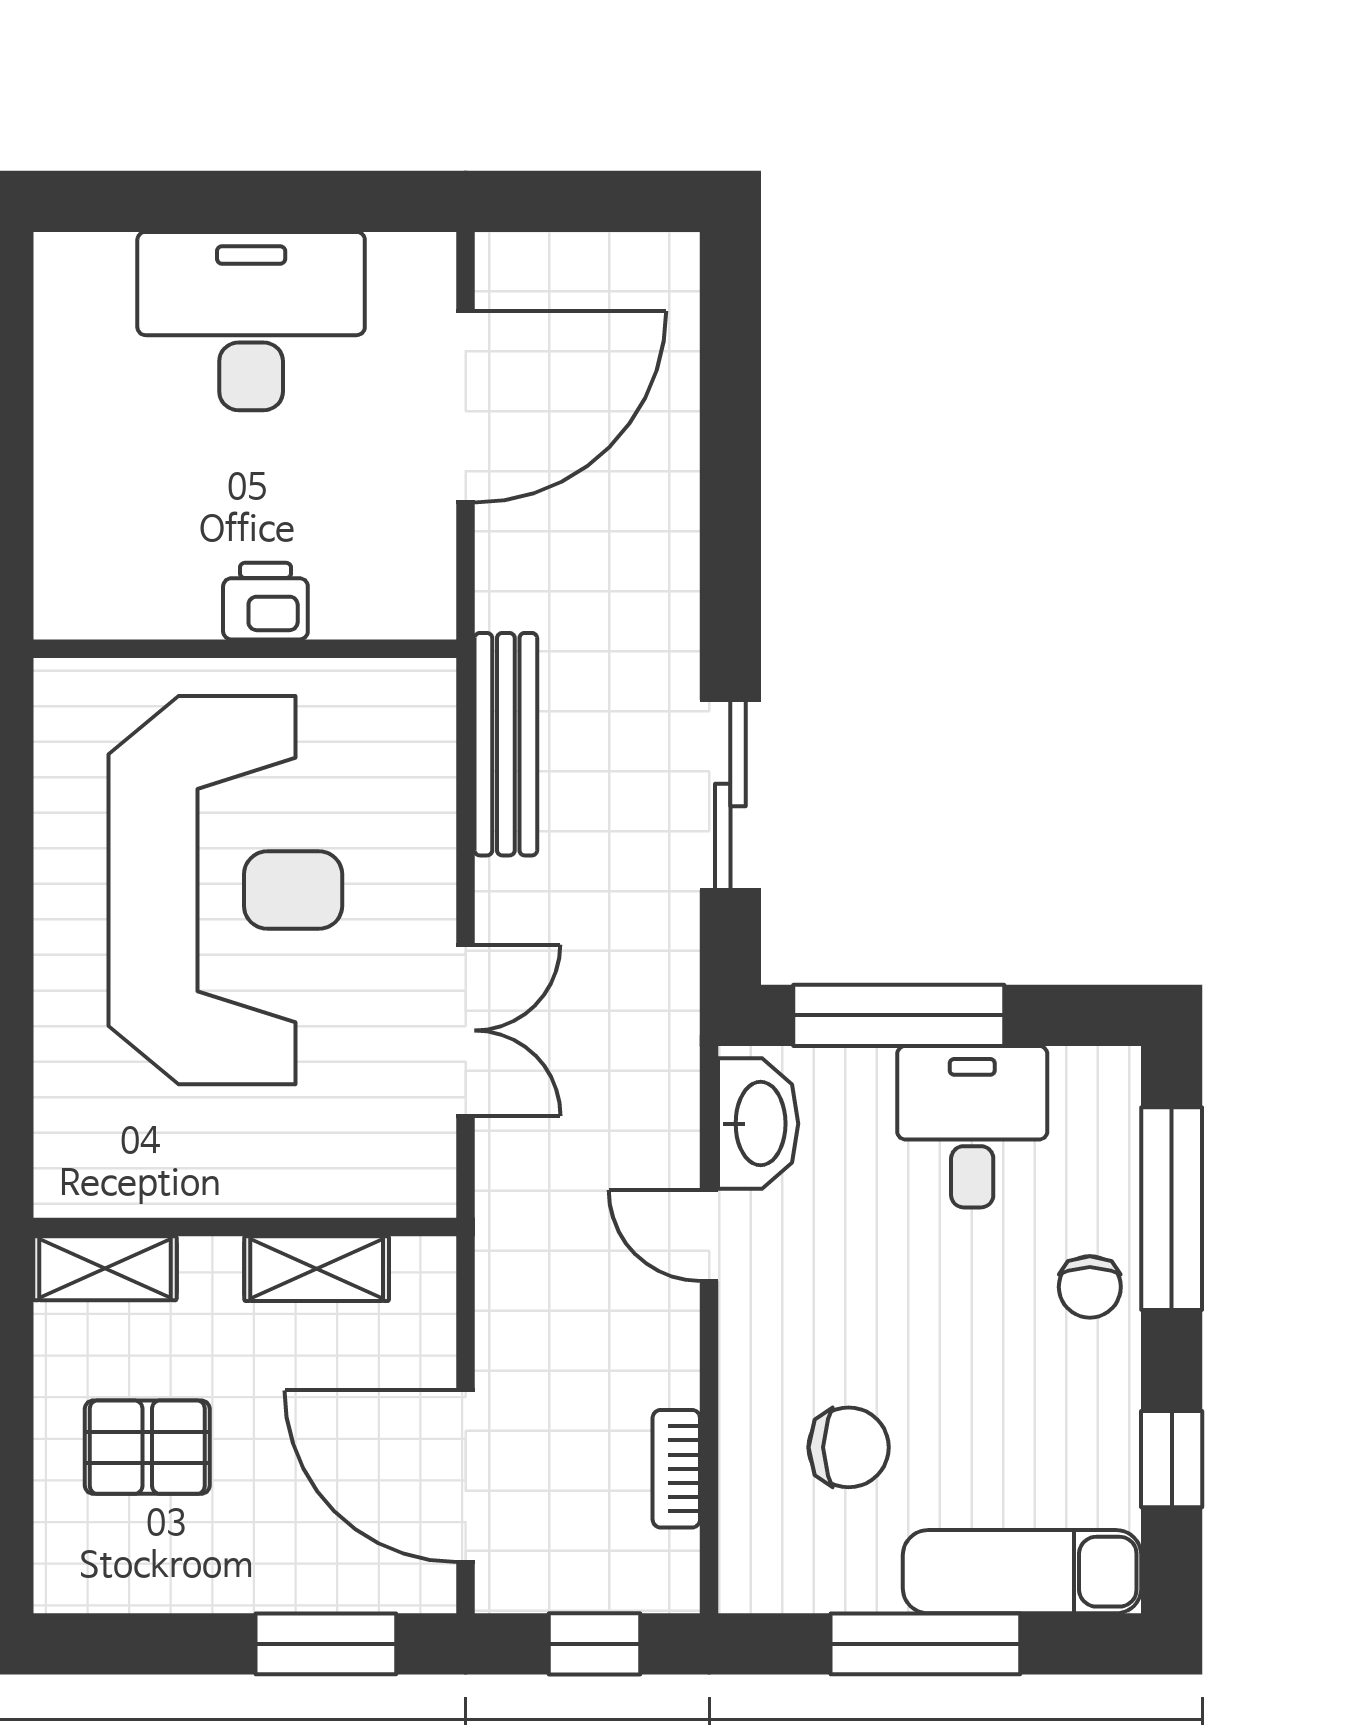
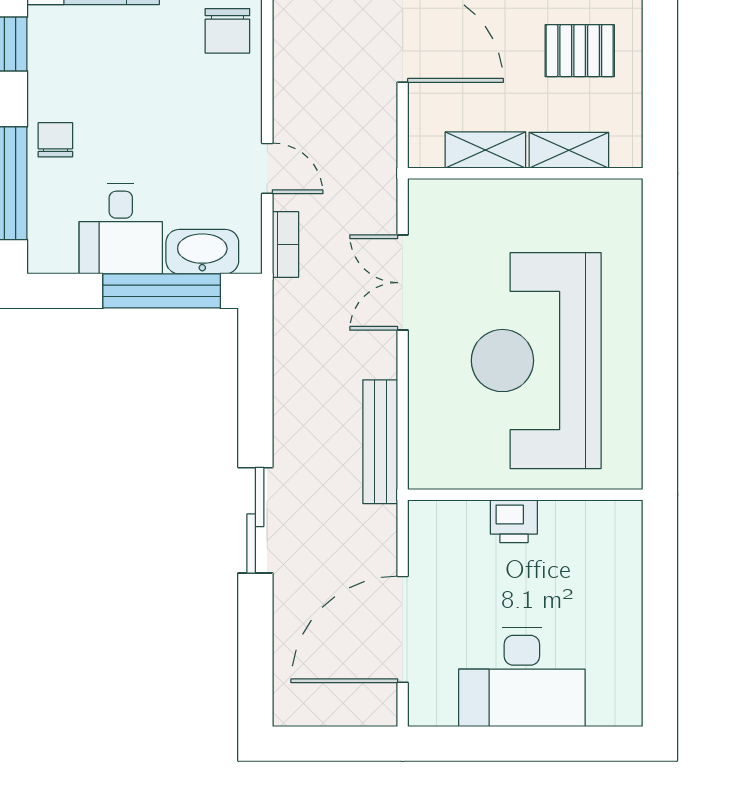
sliding door: (730, 795) -> (255, 520), moved
washbasin: (758, 1124) -> (202, 252), moved, turned 90
shelving: (105, 1268) -> (569, 150), moved
chair: (849, 1447) -> (227, 31), moved, turned -90
bookcase: (676, 1469) -> (285, 245), moved

